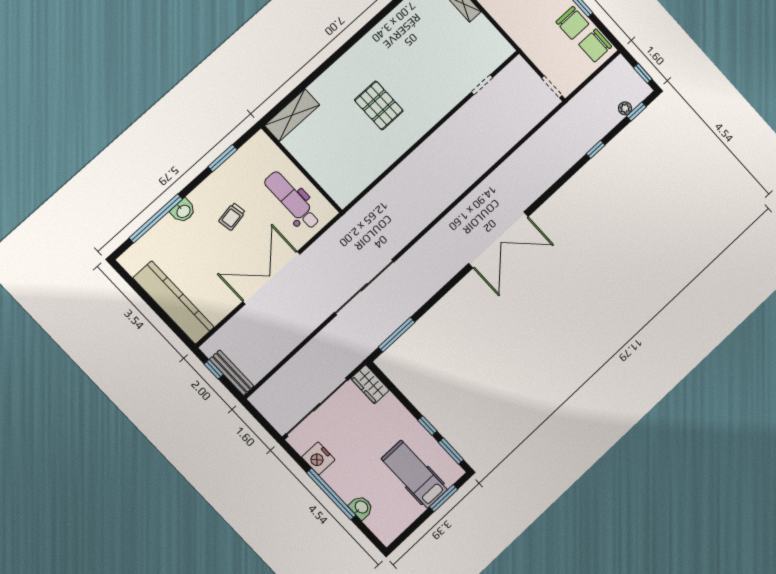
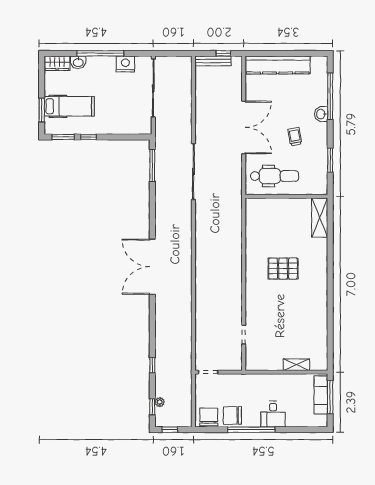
wardrobe: (370, 384) -> (57, 63), moved, turned 180

